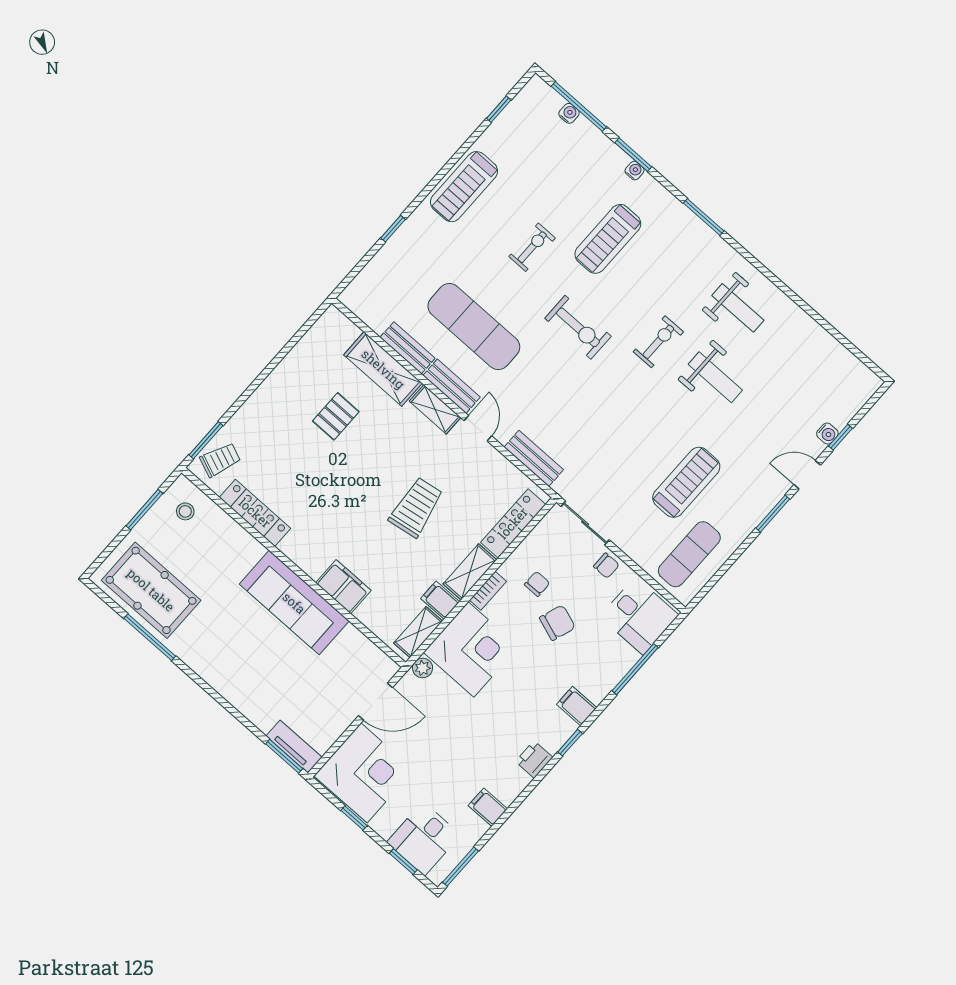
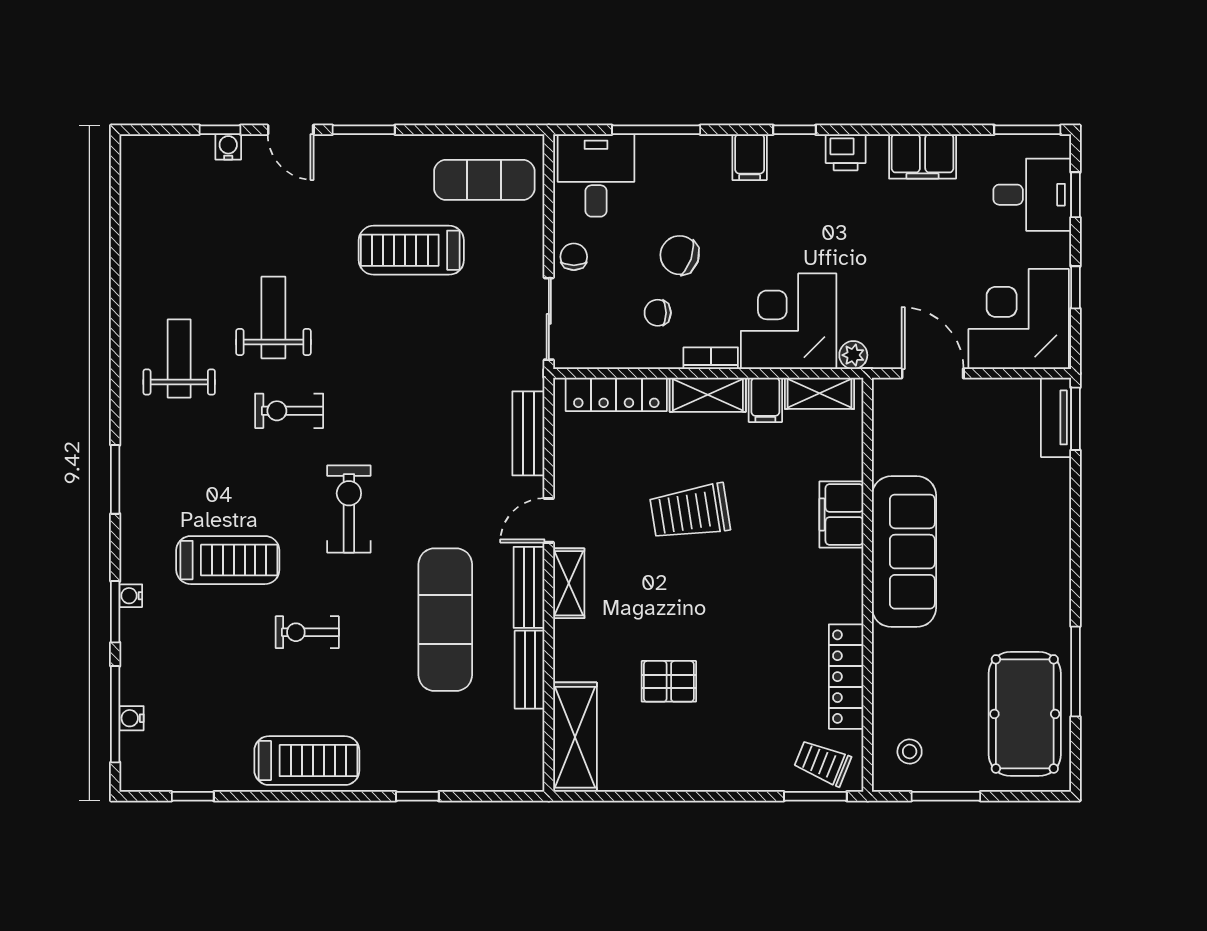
shelving: (383, 369) -> (575, 737), moved
filing cabinet: (488, 807) -> (923, 156), width x2.00

